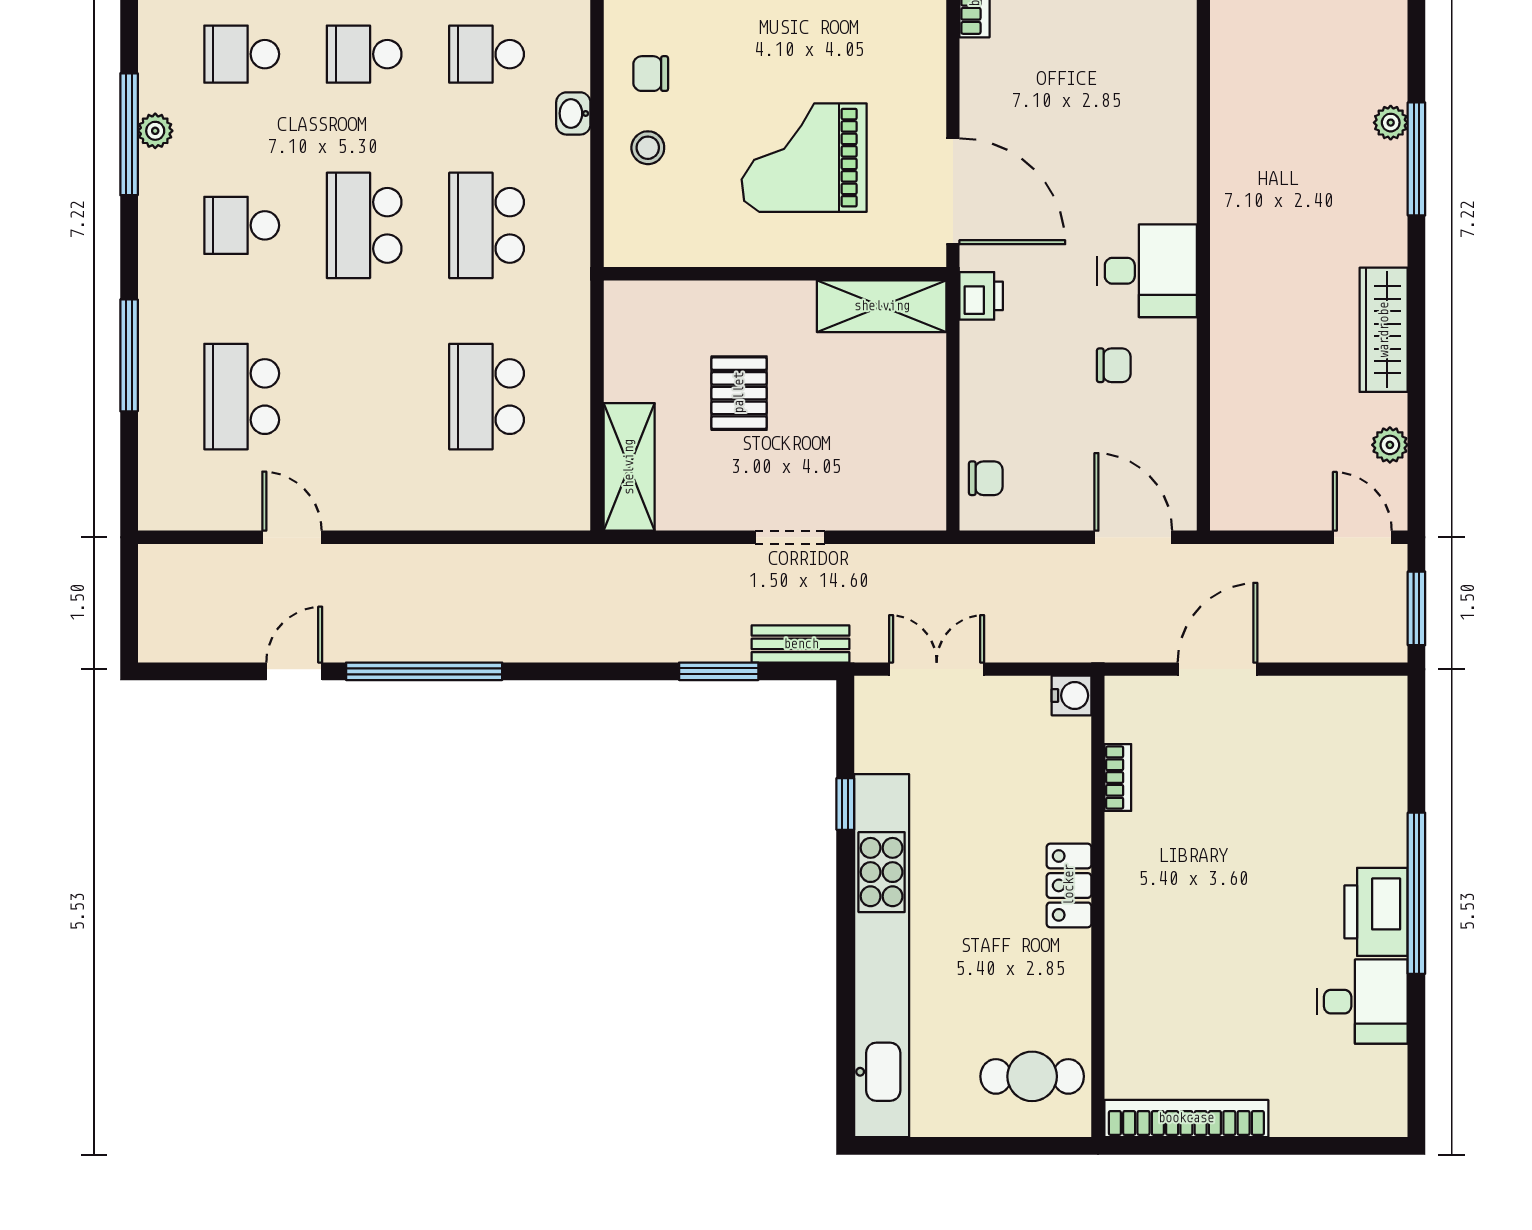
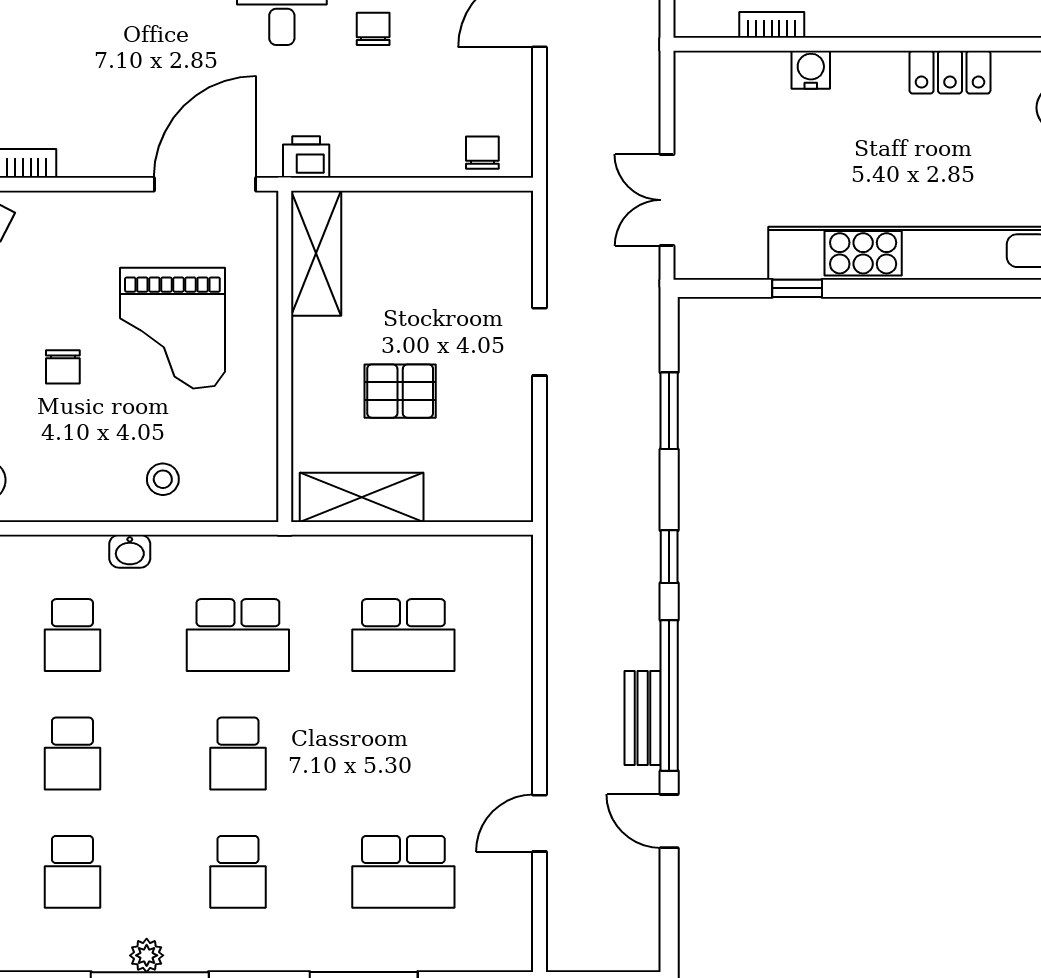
chair: (651, 74) -> (63, 367), moved
school desk: (364, 225) -> (238, 753), width x0.54
shelving: (629, 467) -> (362, 497), moved
bench: (801, 644) -> (643, 718), moved
window: (568, 671) -> (669, 557), added
water cooler: (1072, 696) -> (811, 70), moved
locker: (1069, 885) -> (950, 72), moved

